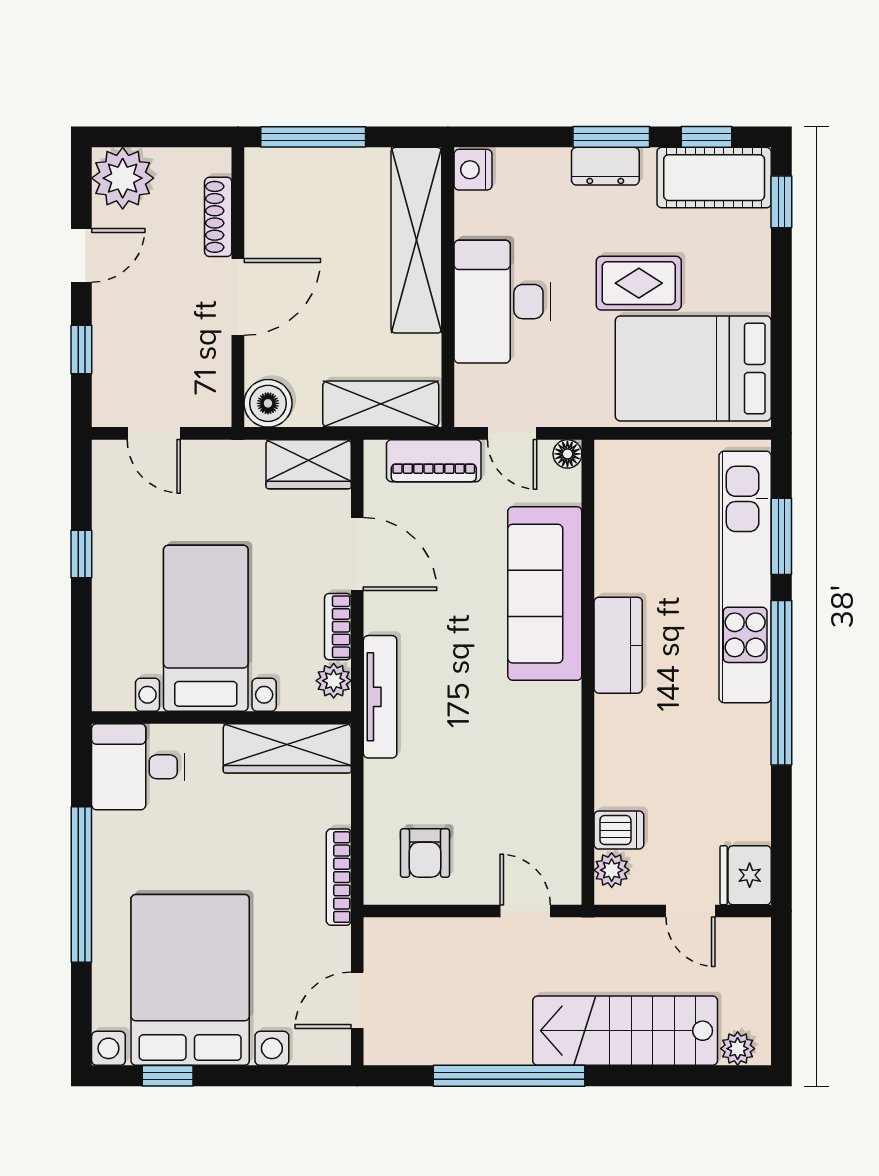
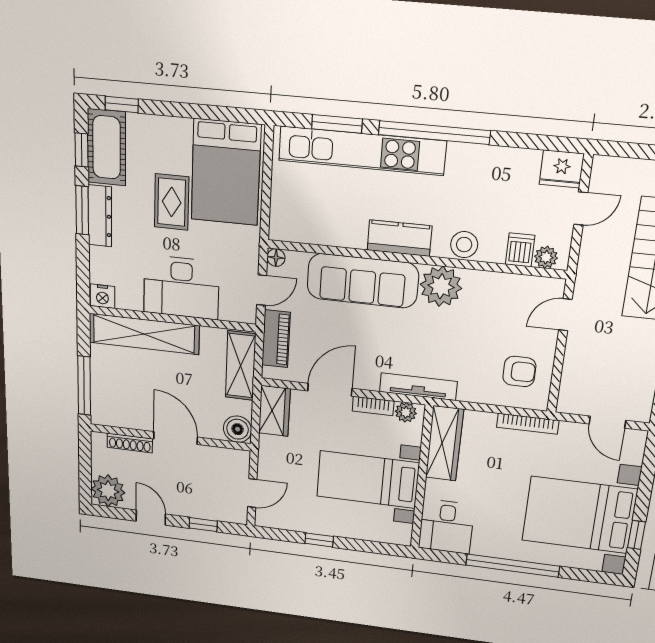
dresser: (605, 166) -> (100, 216), width x1.44
plant: (549, 716) -> (441, 286), added
stool: (618, 745) -> (464, 245), added

